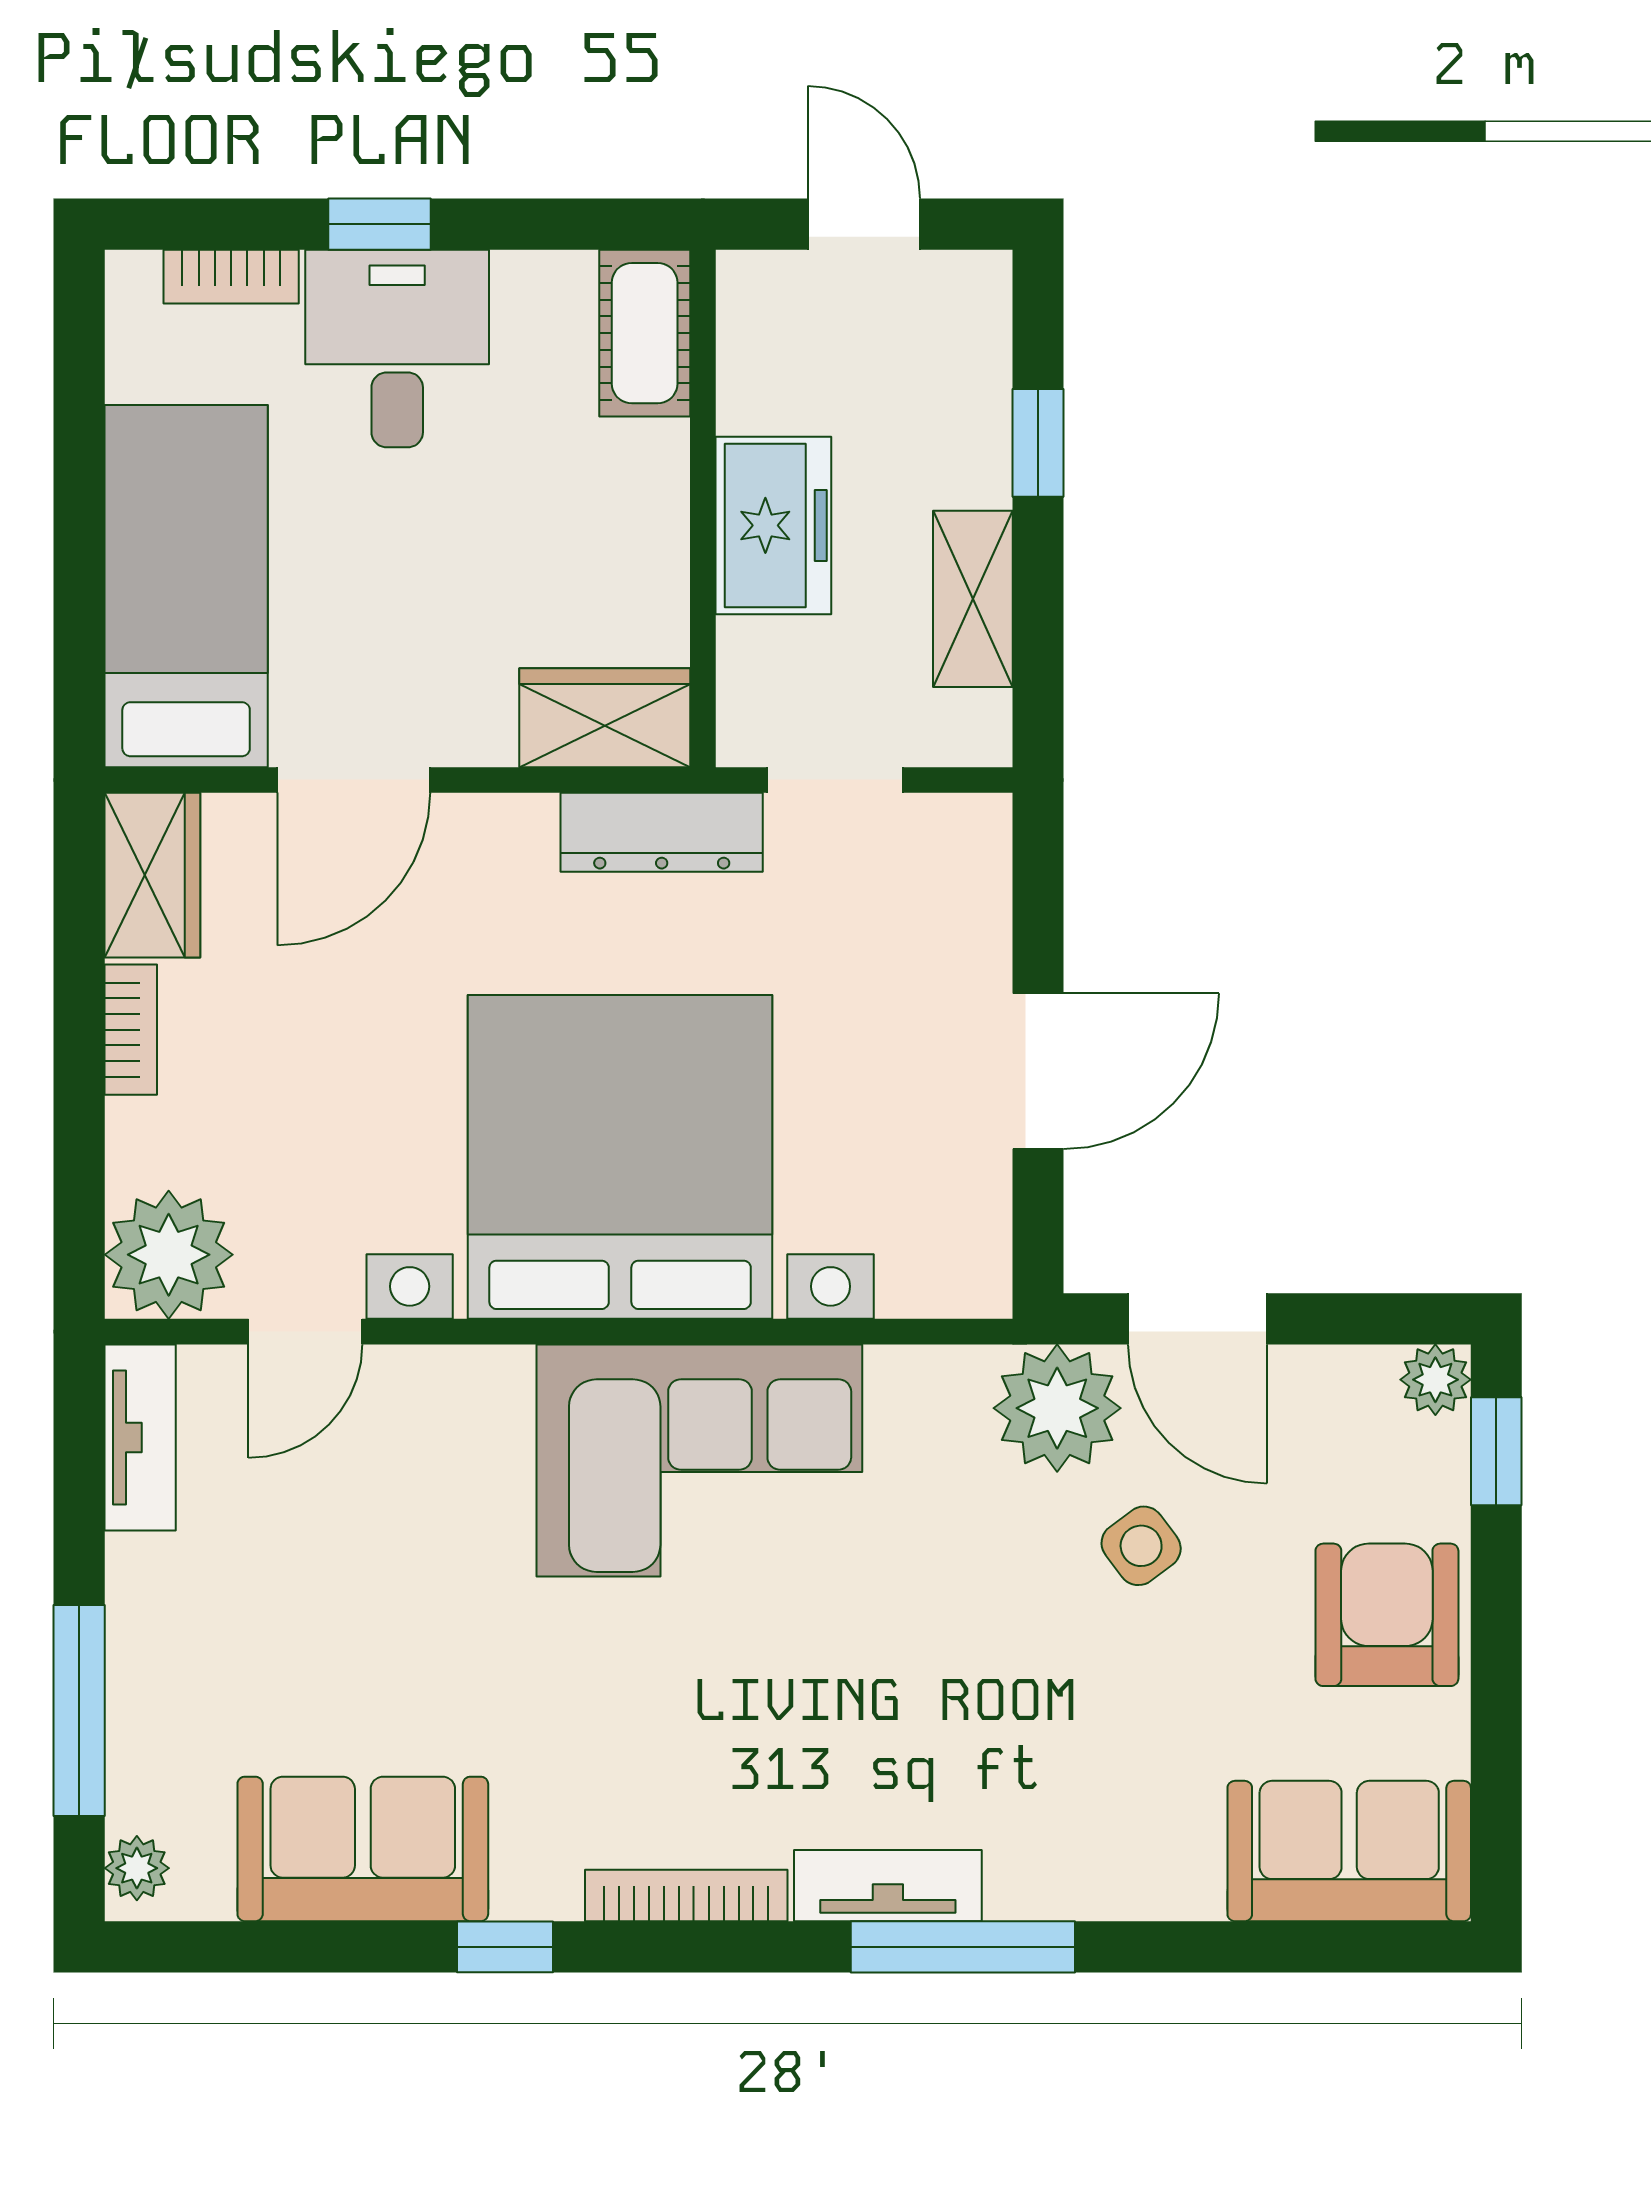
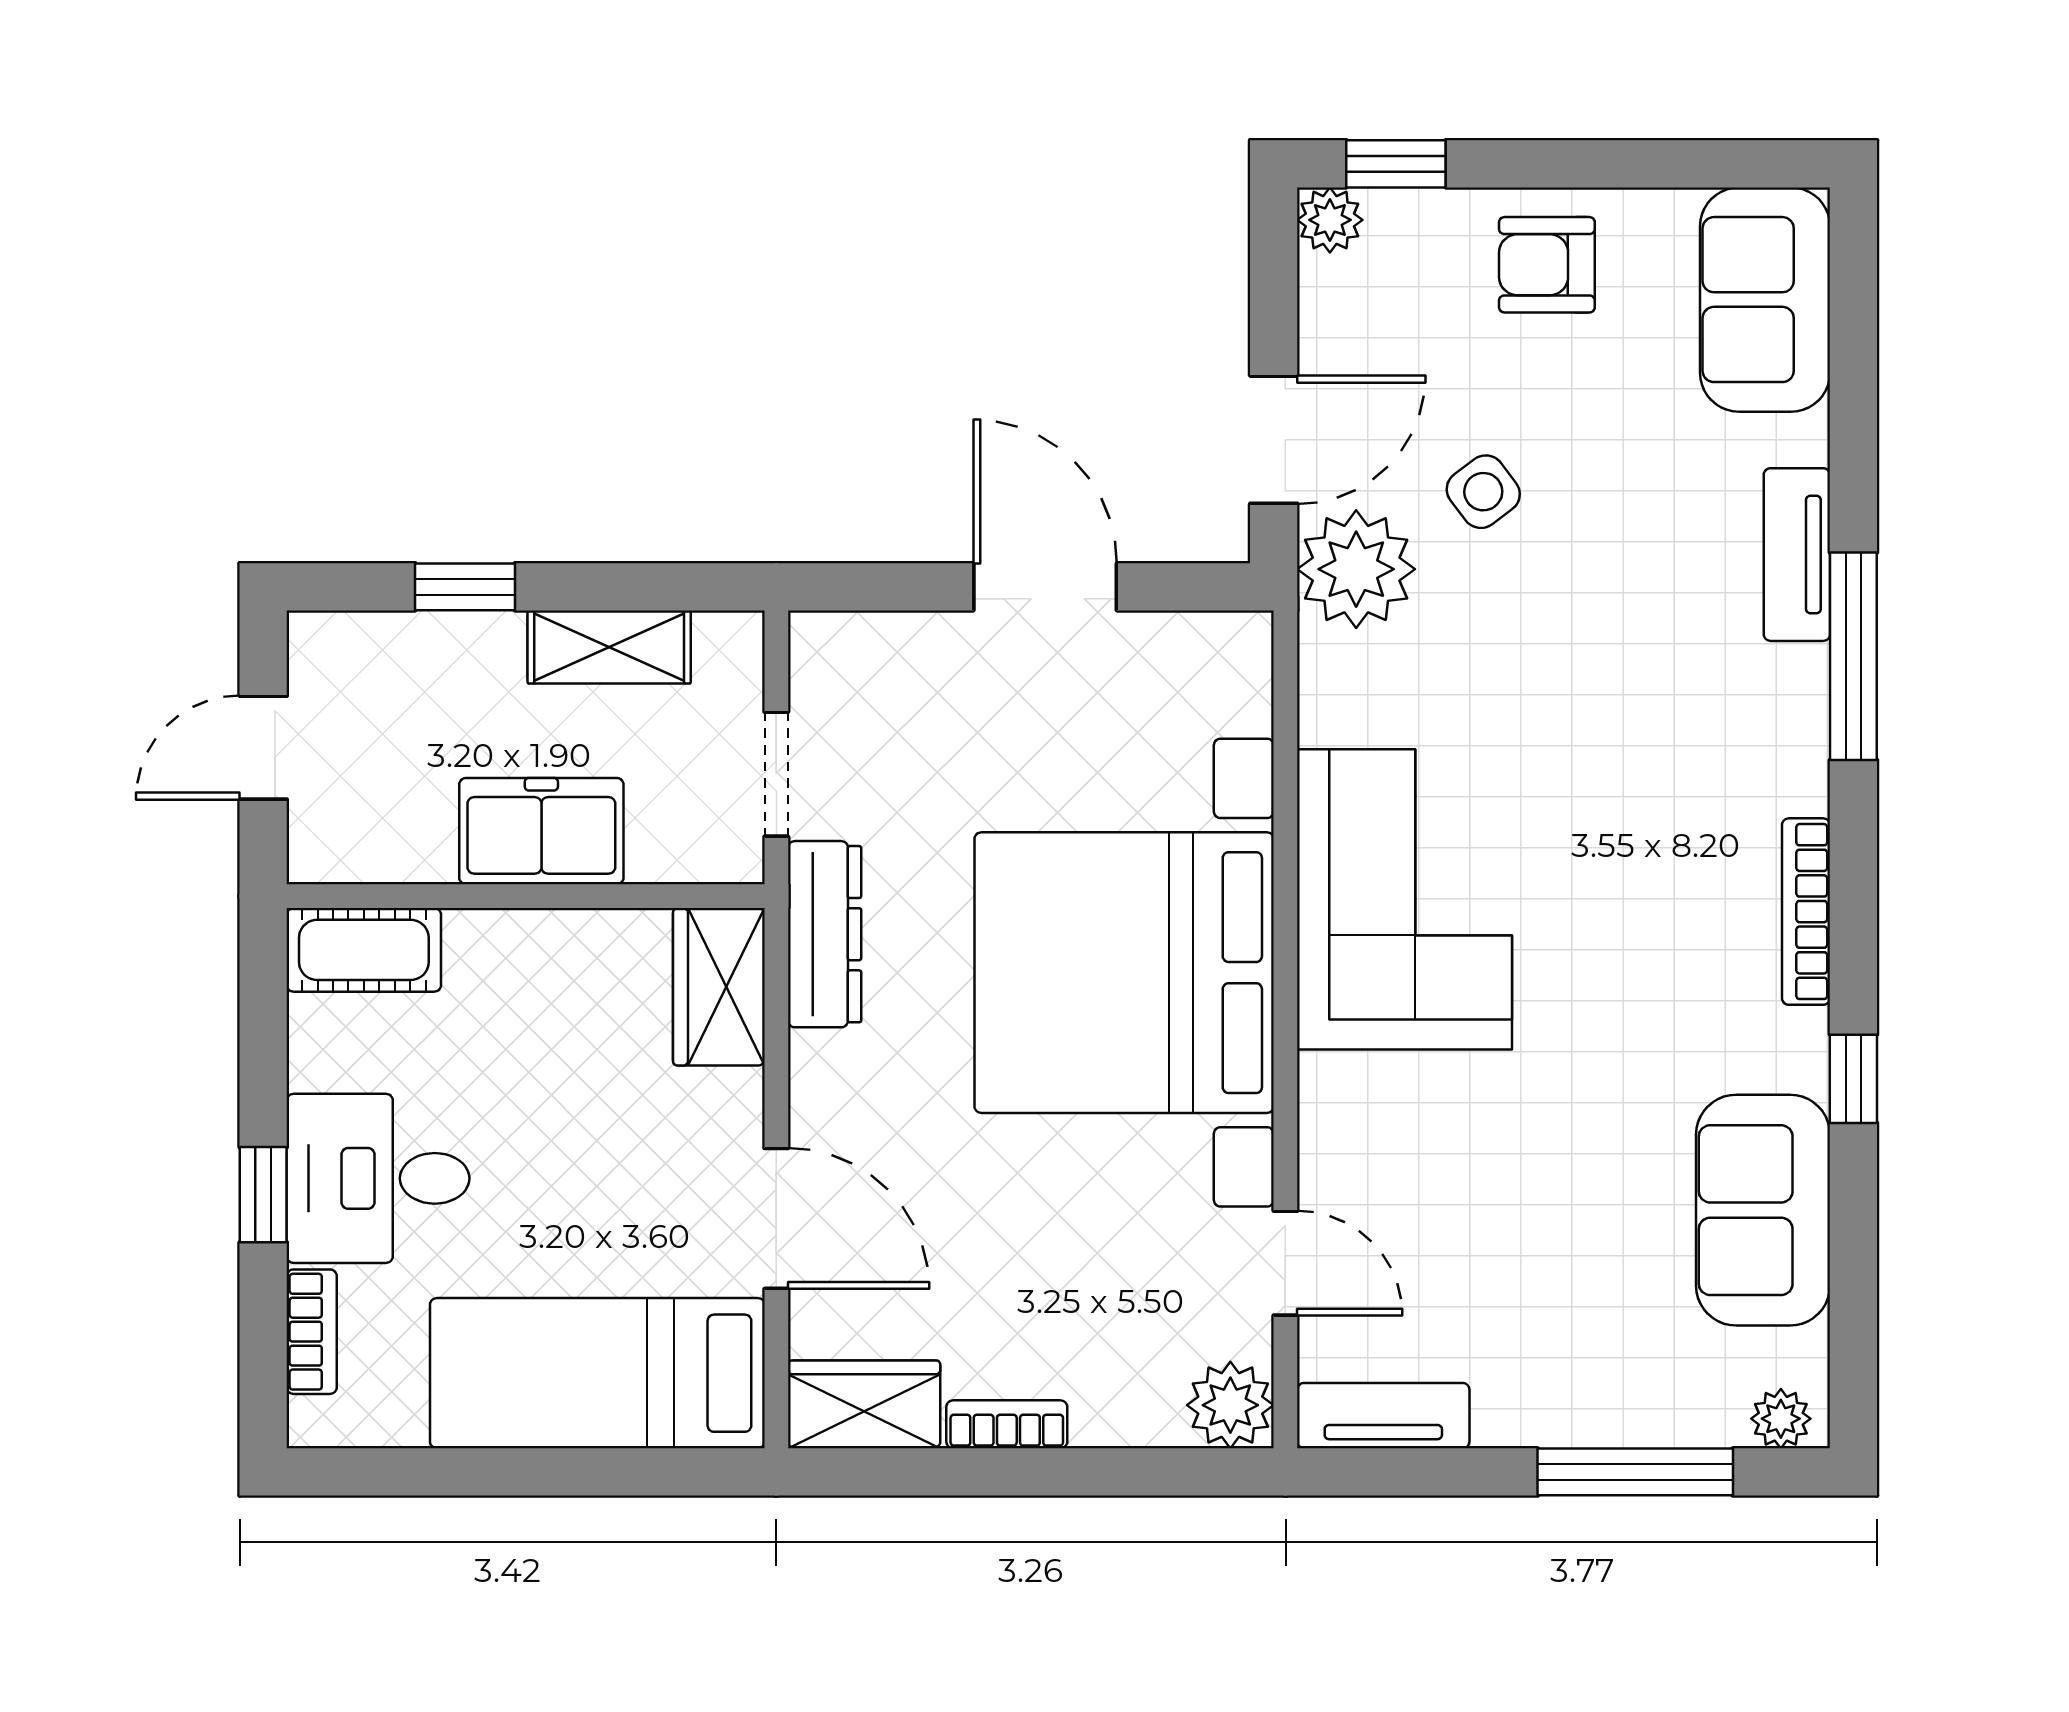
plant: (169, 1255) -> (1230, 1405), width x0.73, depth x0.73
armchair: (1387, 1615) -> (1547, 265), width x0.72, depth x0.72
tv unit: (888, 1886) -> (1797, 555), moved

